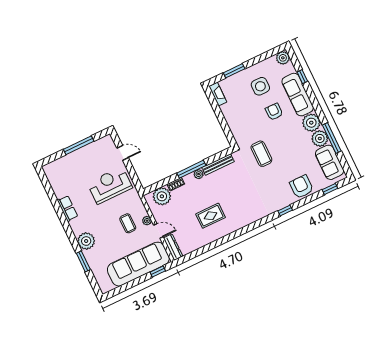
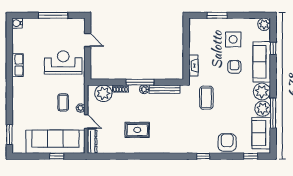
fireplace: (218, 94) -> (193, 66), moved
water cooler: (48, 169) -> (17, 23), added
plant: (86, 241) -> (20, 101), removed
window: (83, 261) -> (9, 135), moved
window: (158, 272) -> (57, 156), moved

